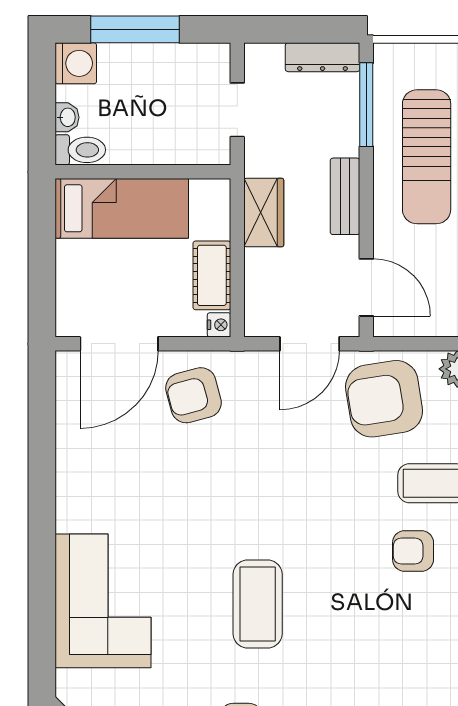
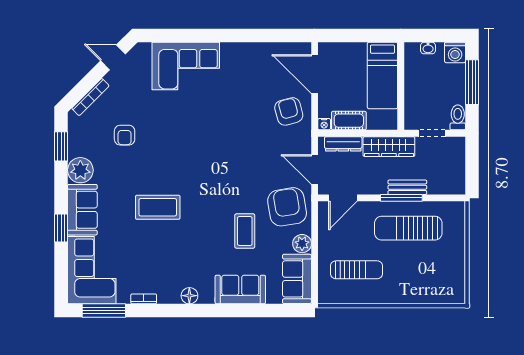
dresser: (323, 57) -> (343, 144), moved, turned -90
window: (366, 105) -> (401, 198), moved
toilet: (80, 150) -> (458, 117), moved, turned 180
bench: (345, 196) -> (407, 187), moved
wardrobe: (264, 213) -> (389, 147), width x1.50
armchair: (413, 551) -> (211, 221), removed
coffee table: (258, 604) -> (158, 207), moved

